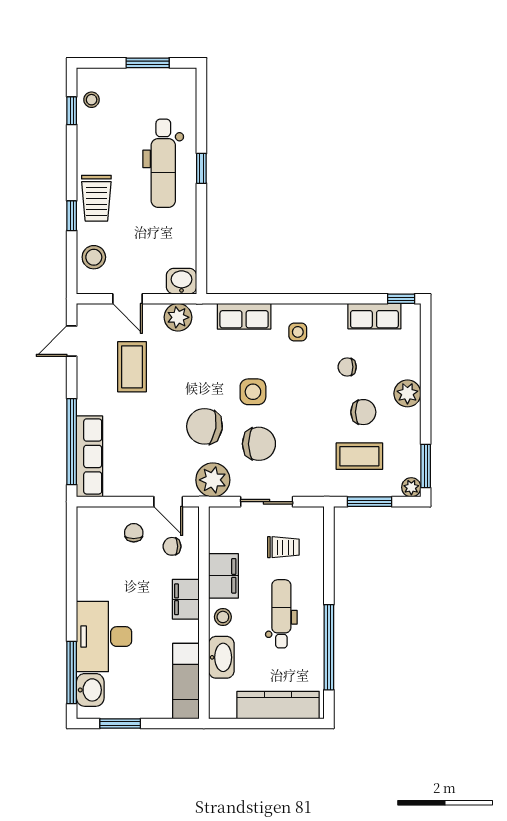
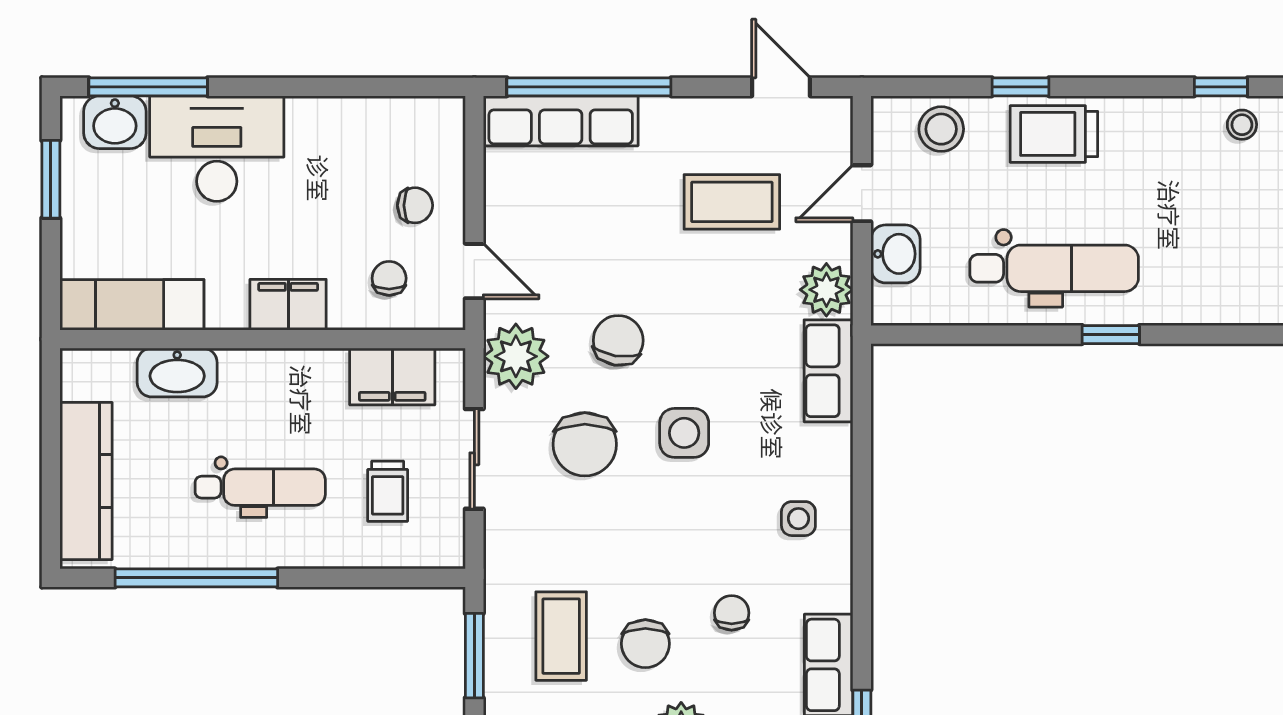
dental chair: (163, 163) -> (1054, 268), moved, turned 180
washbasin: (182, 281) -> (895, 254), moved
row of seats: (244, 316) -> (828, 371), moved
chair: (205, 426) -> (618, 340), width x0.73, depth x0.73
door: (168, 502) -> (474, 271), swing flipped
filing cabinet: (223, 576) -> (392, 377), moved
stool: (223, 617) -> (254, 376), removed

